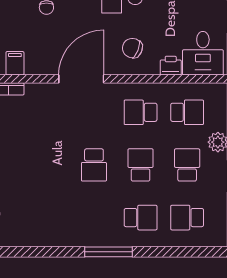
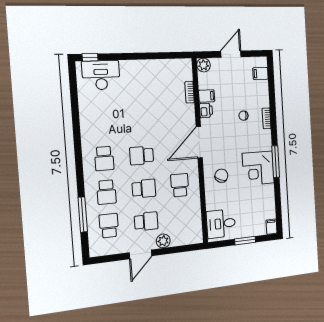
printer: (171, 66) -> (206, 110), moved
door: (81, 79) -> (199, 142), swing flipped
school desk: (187, 112) -> (104, 158), moved
window: (108, 252) -> (83, 215), moved

